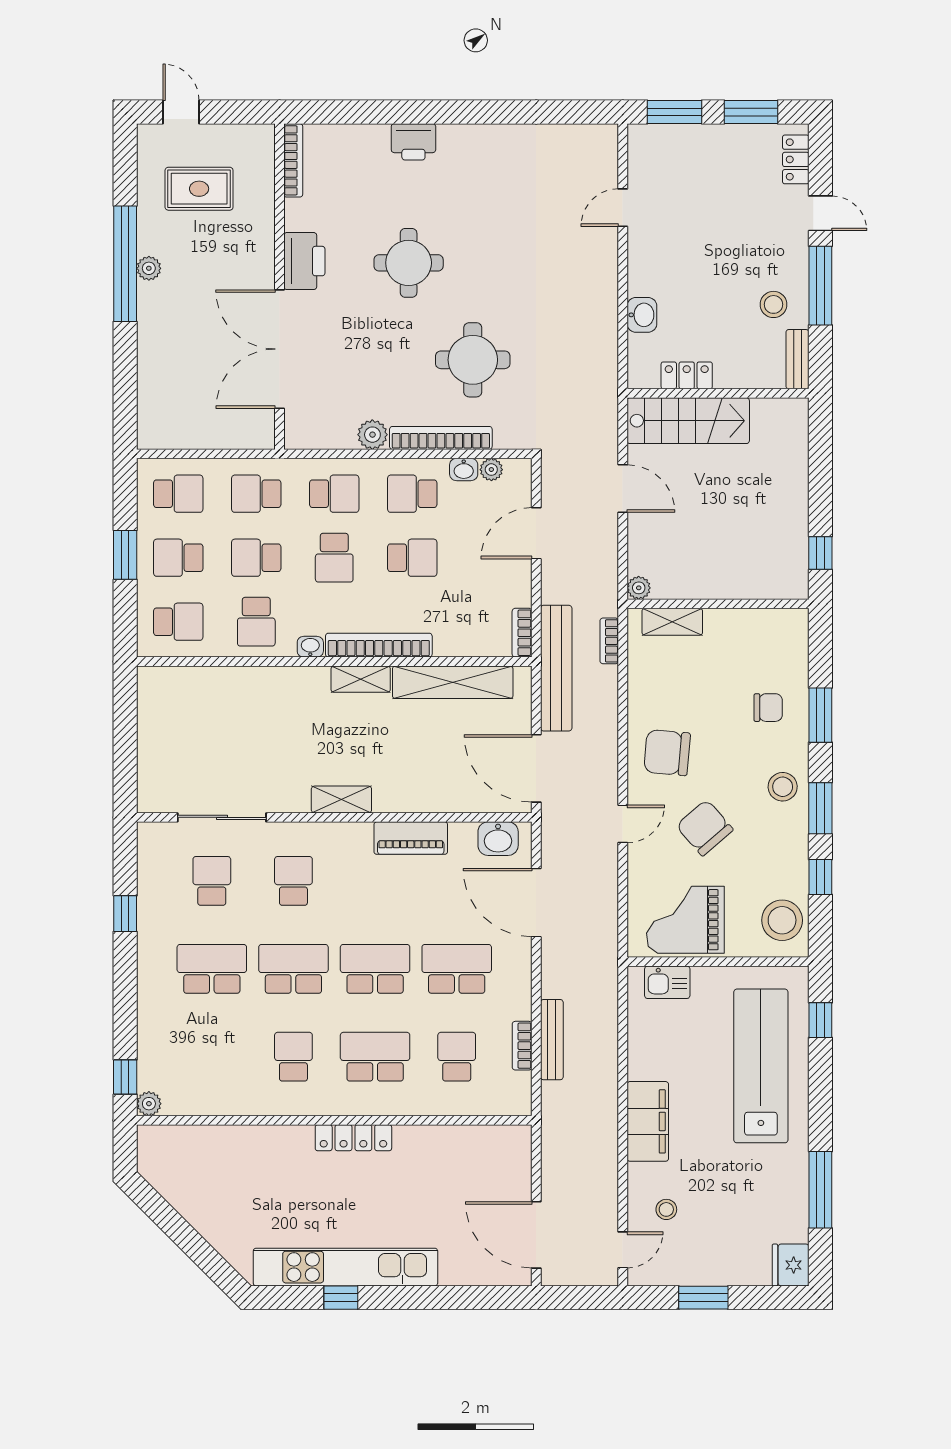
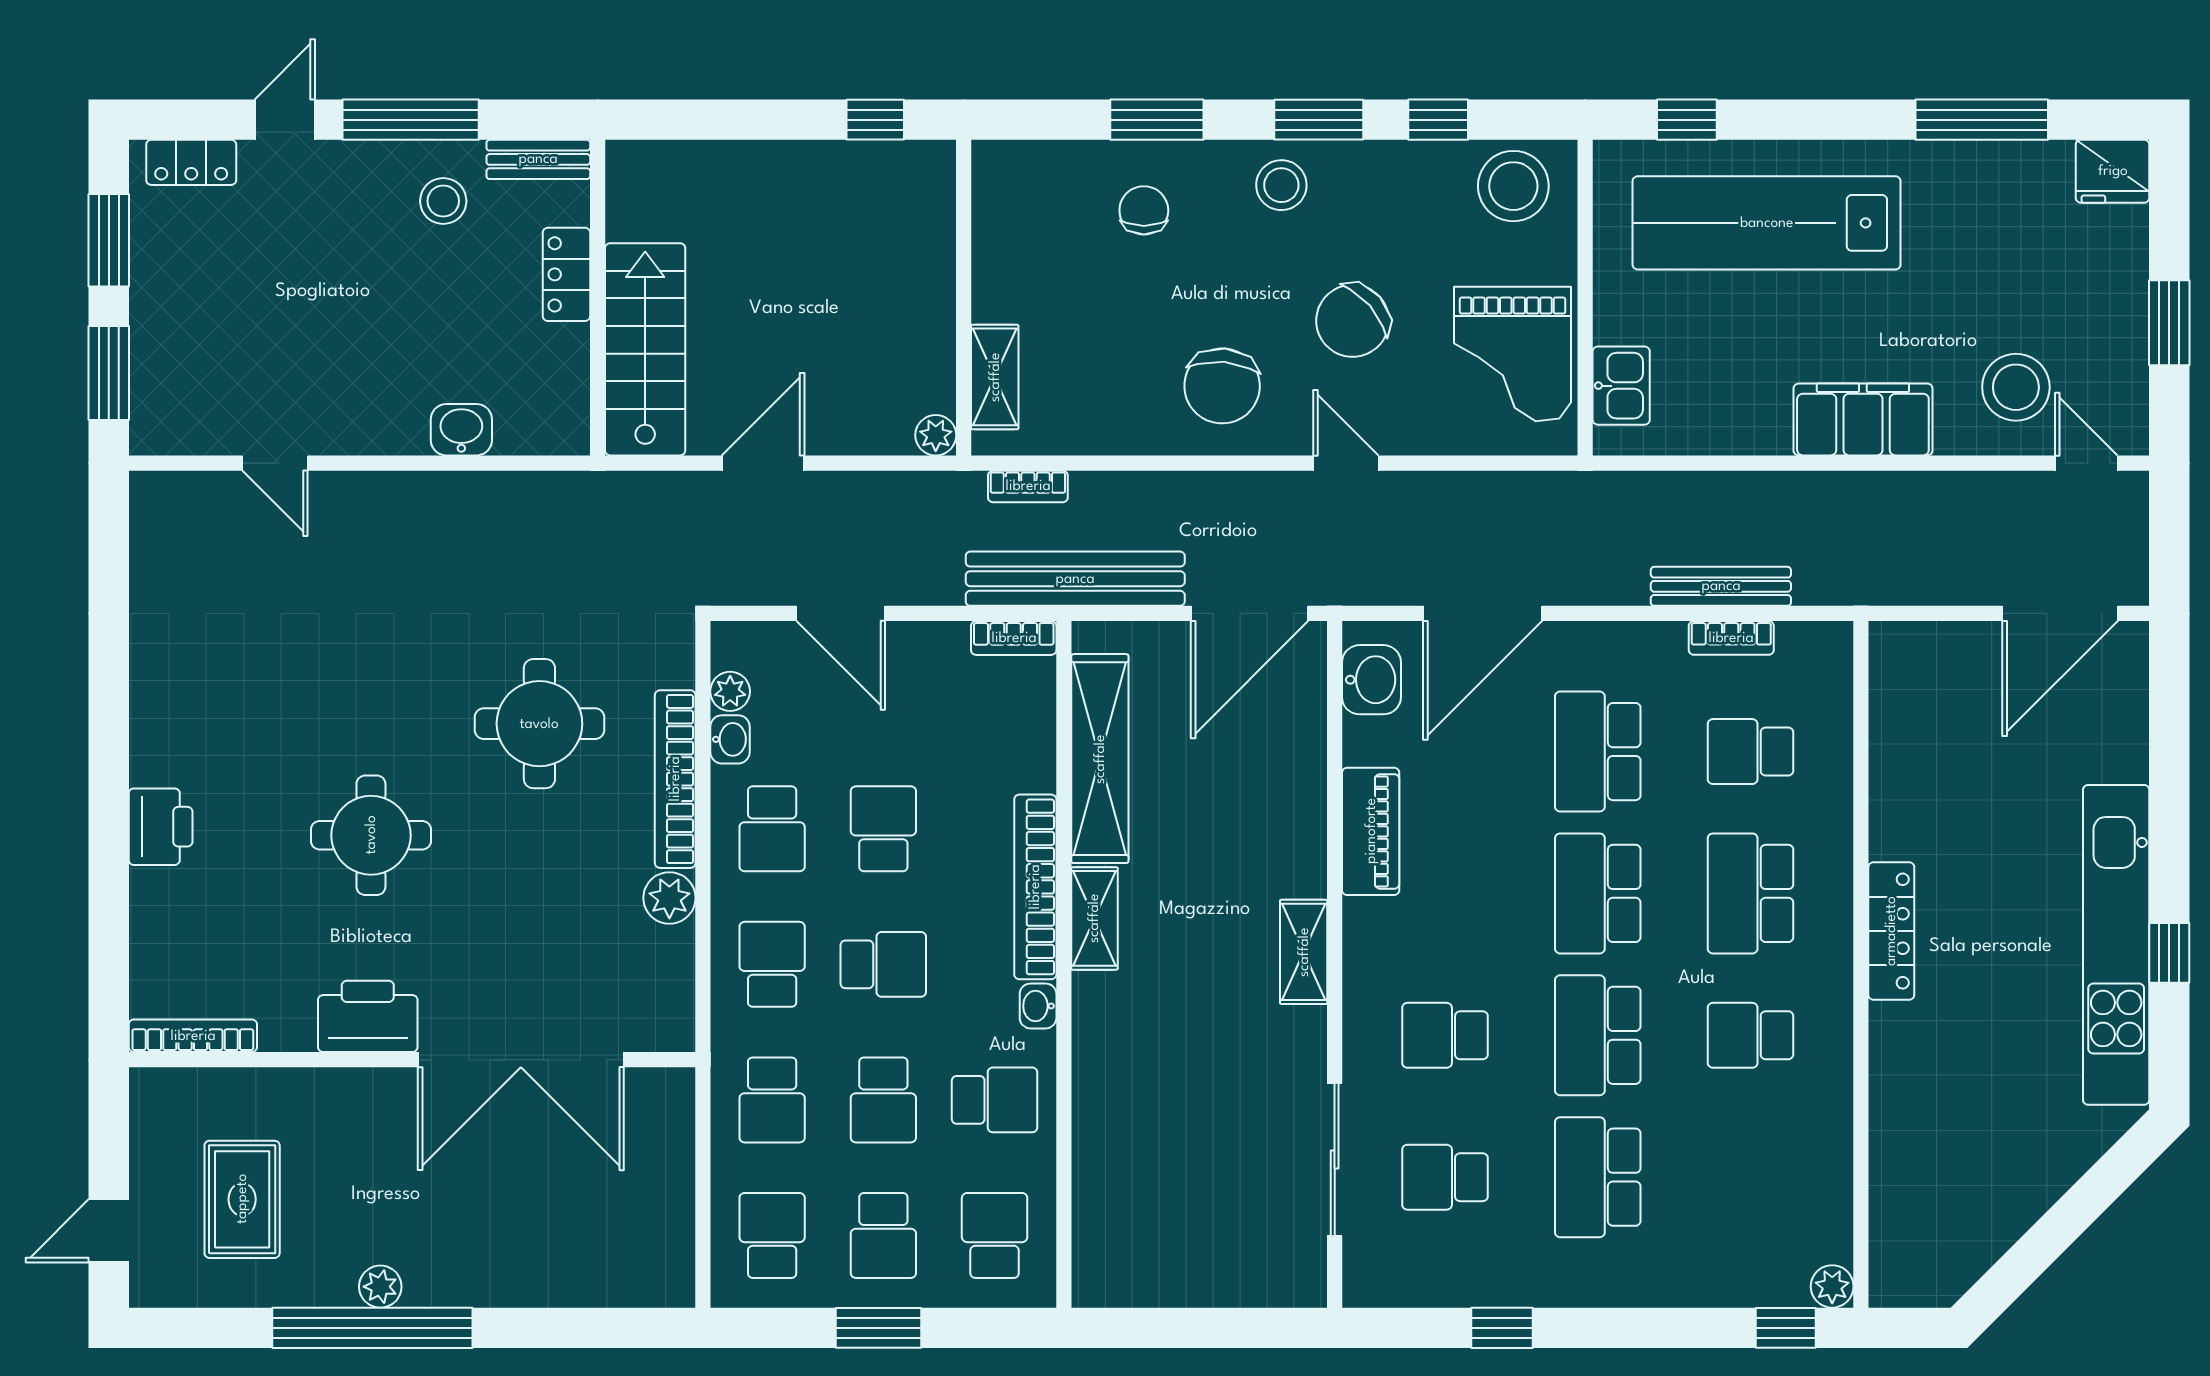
locker: (687, 375) -> (566, 274), moved
stool: (666, 1209) -> (2016, 387), width x1.89, depth x1.89

